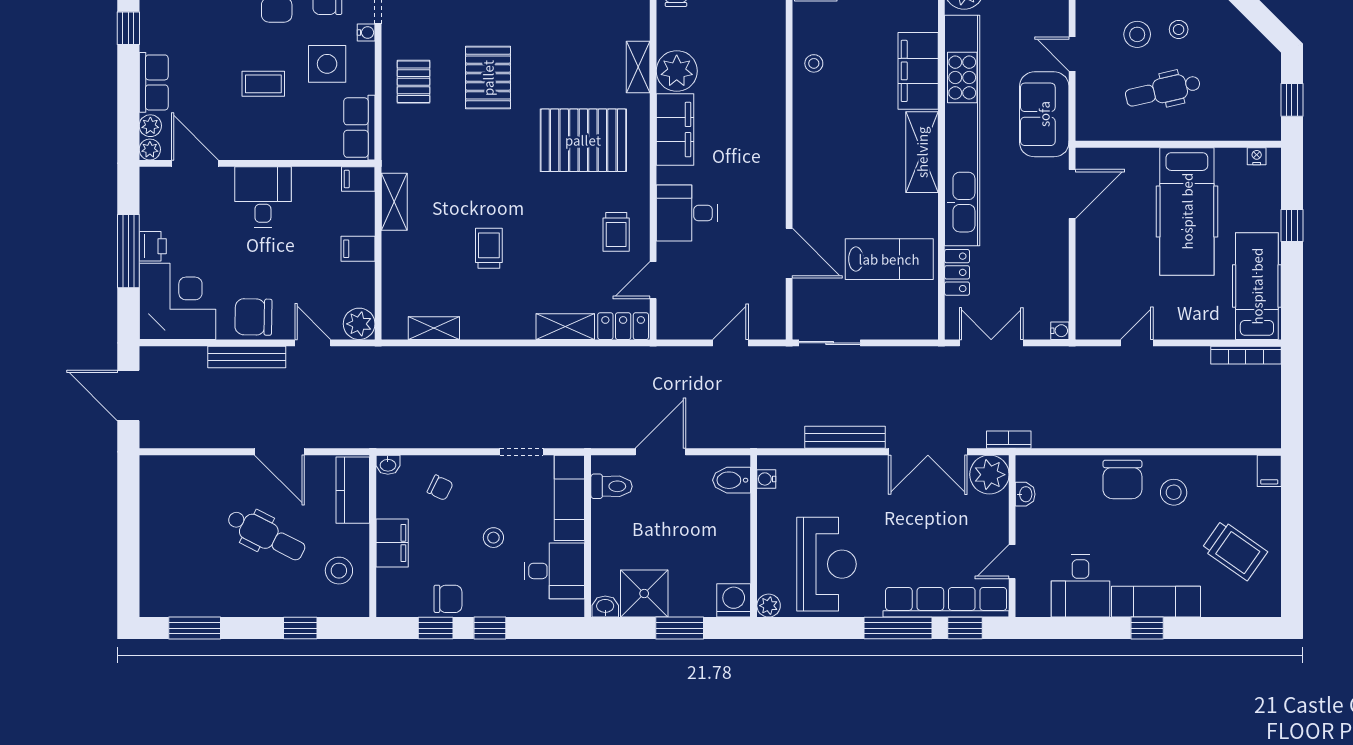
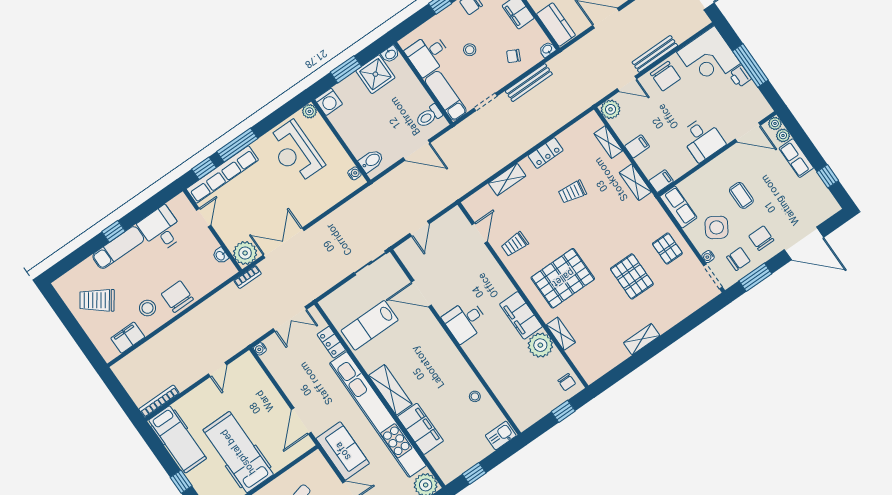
side table: (327, 64) -> (717, 227), turned 32
coffee table: (263, 84) -> (741, 195), turned 90
desk: (687, 213) -> (465, 321), moved, turned 180
trolley: (616, 232) -> (515, 244), turned -90
trolley: (489, 248) -> (572, 192), turned 100
chair: (253, 317) -> (665, 76), turned 89
locker: (623, 326) -> (546, 153), moved
shelving: (434, 328) -> (608, 142), moved, turned 90
bench: (845, 437) -> (529, 83), moved
door: (660, 452) -> (416, 150), hinge flipped
filing cabinet: (1269, 471) -> (128, 338), moved, width x2.00

